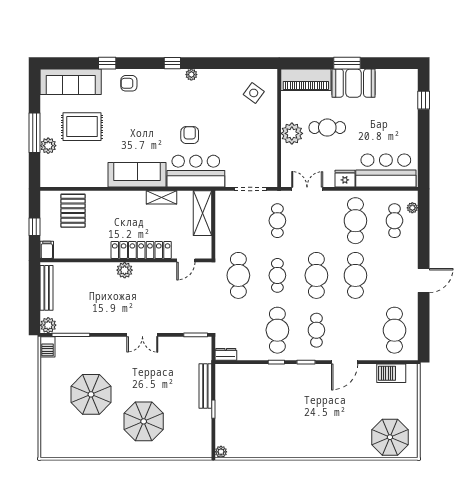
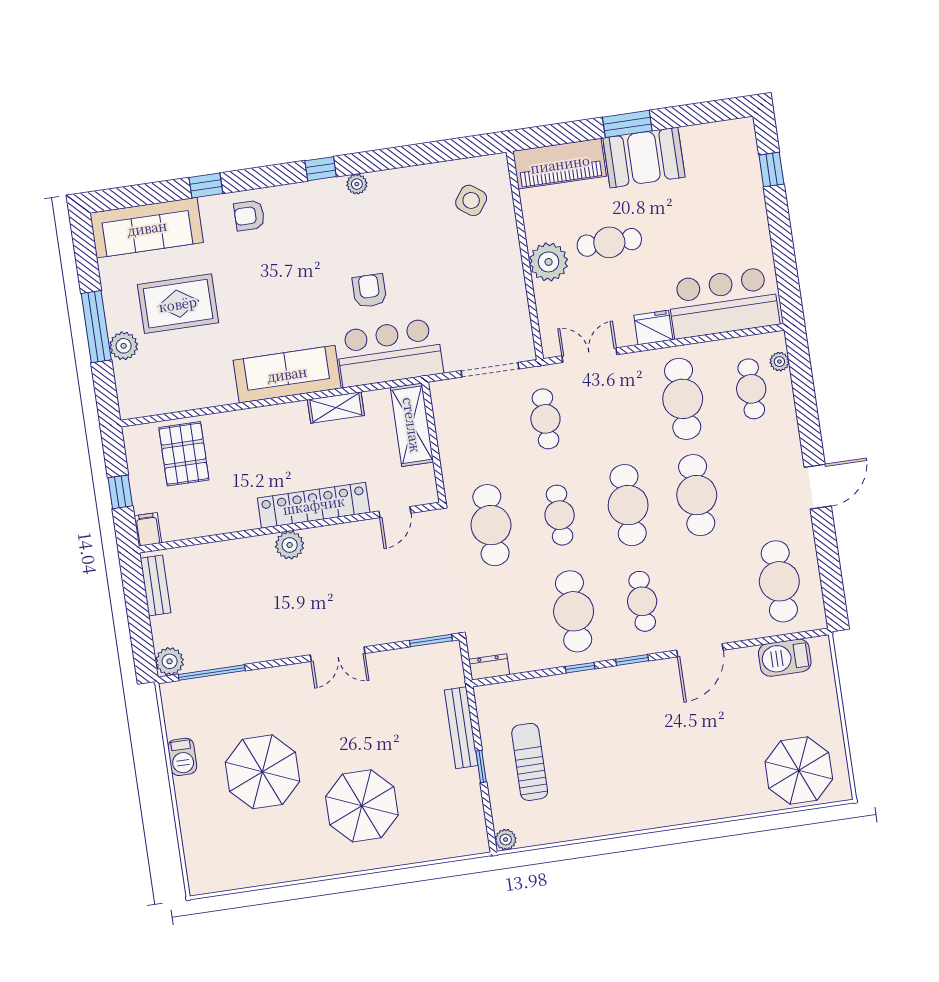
bench: (47, 288) -> (156, 585), width x0.73
barbecue: (48, 347) -> (182, 757), moved
sun lounger: (241, 411) -> (530, 762), added

